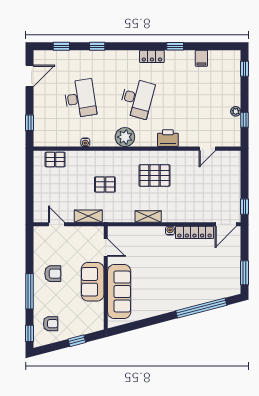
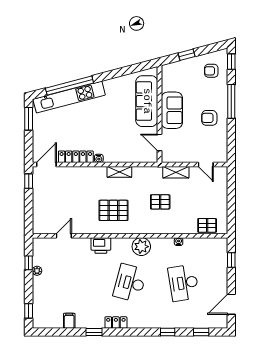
kitchen unit: (202, 296) -> (69, 97), added

